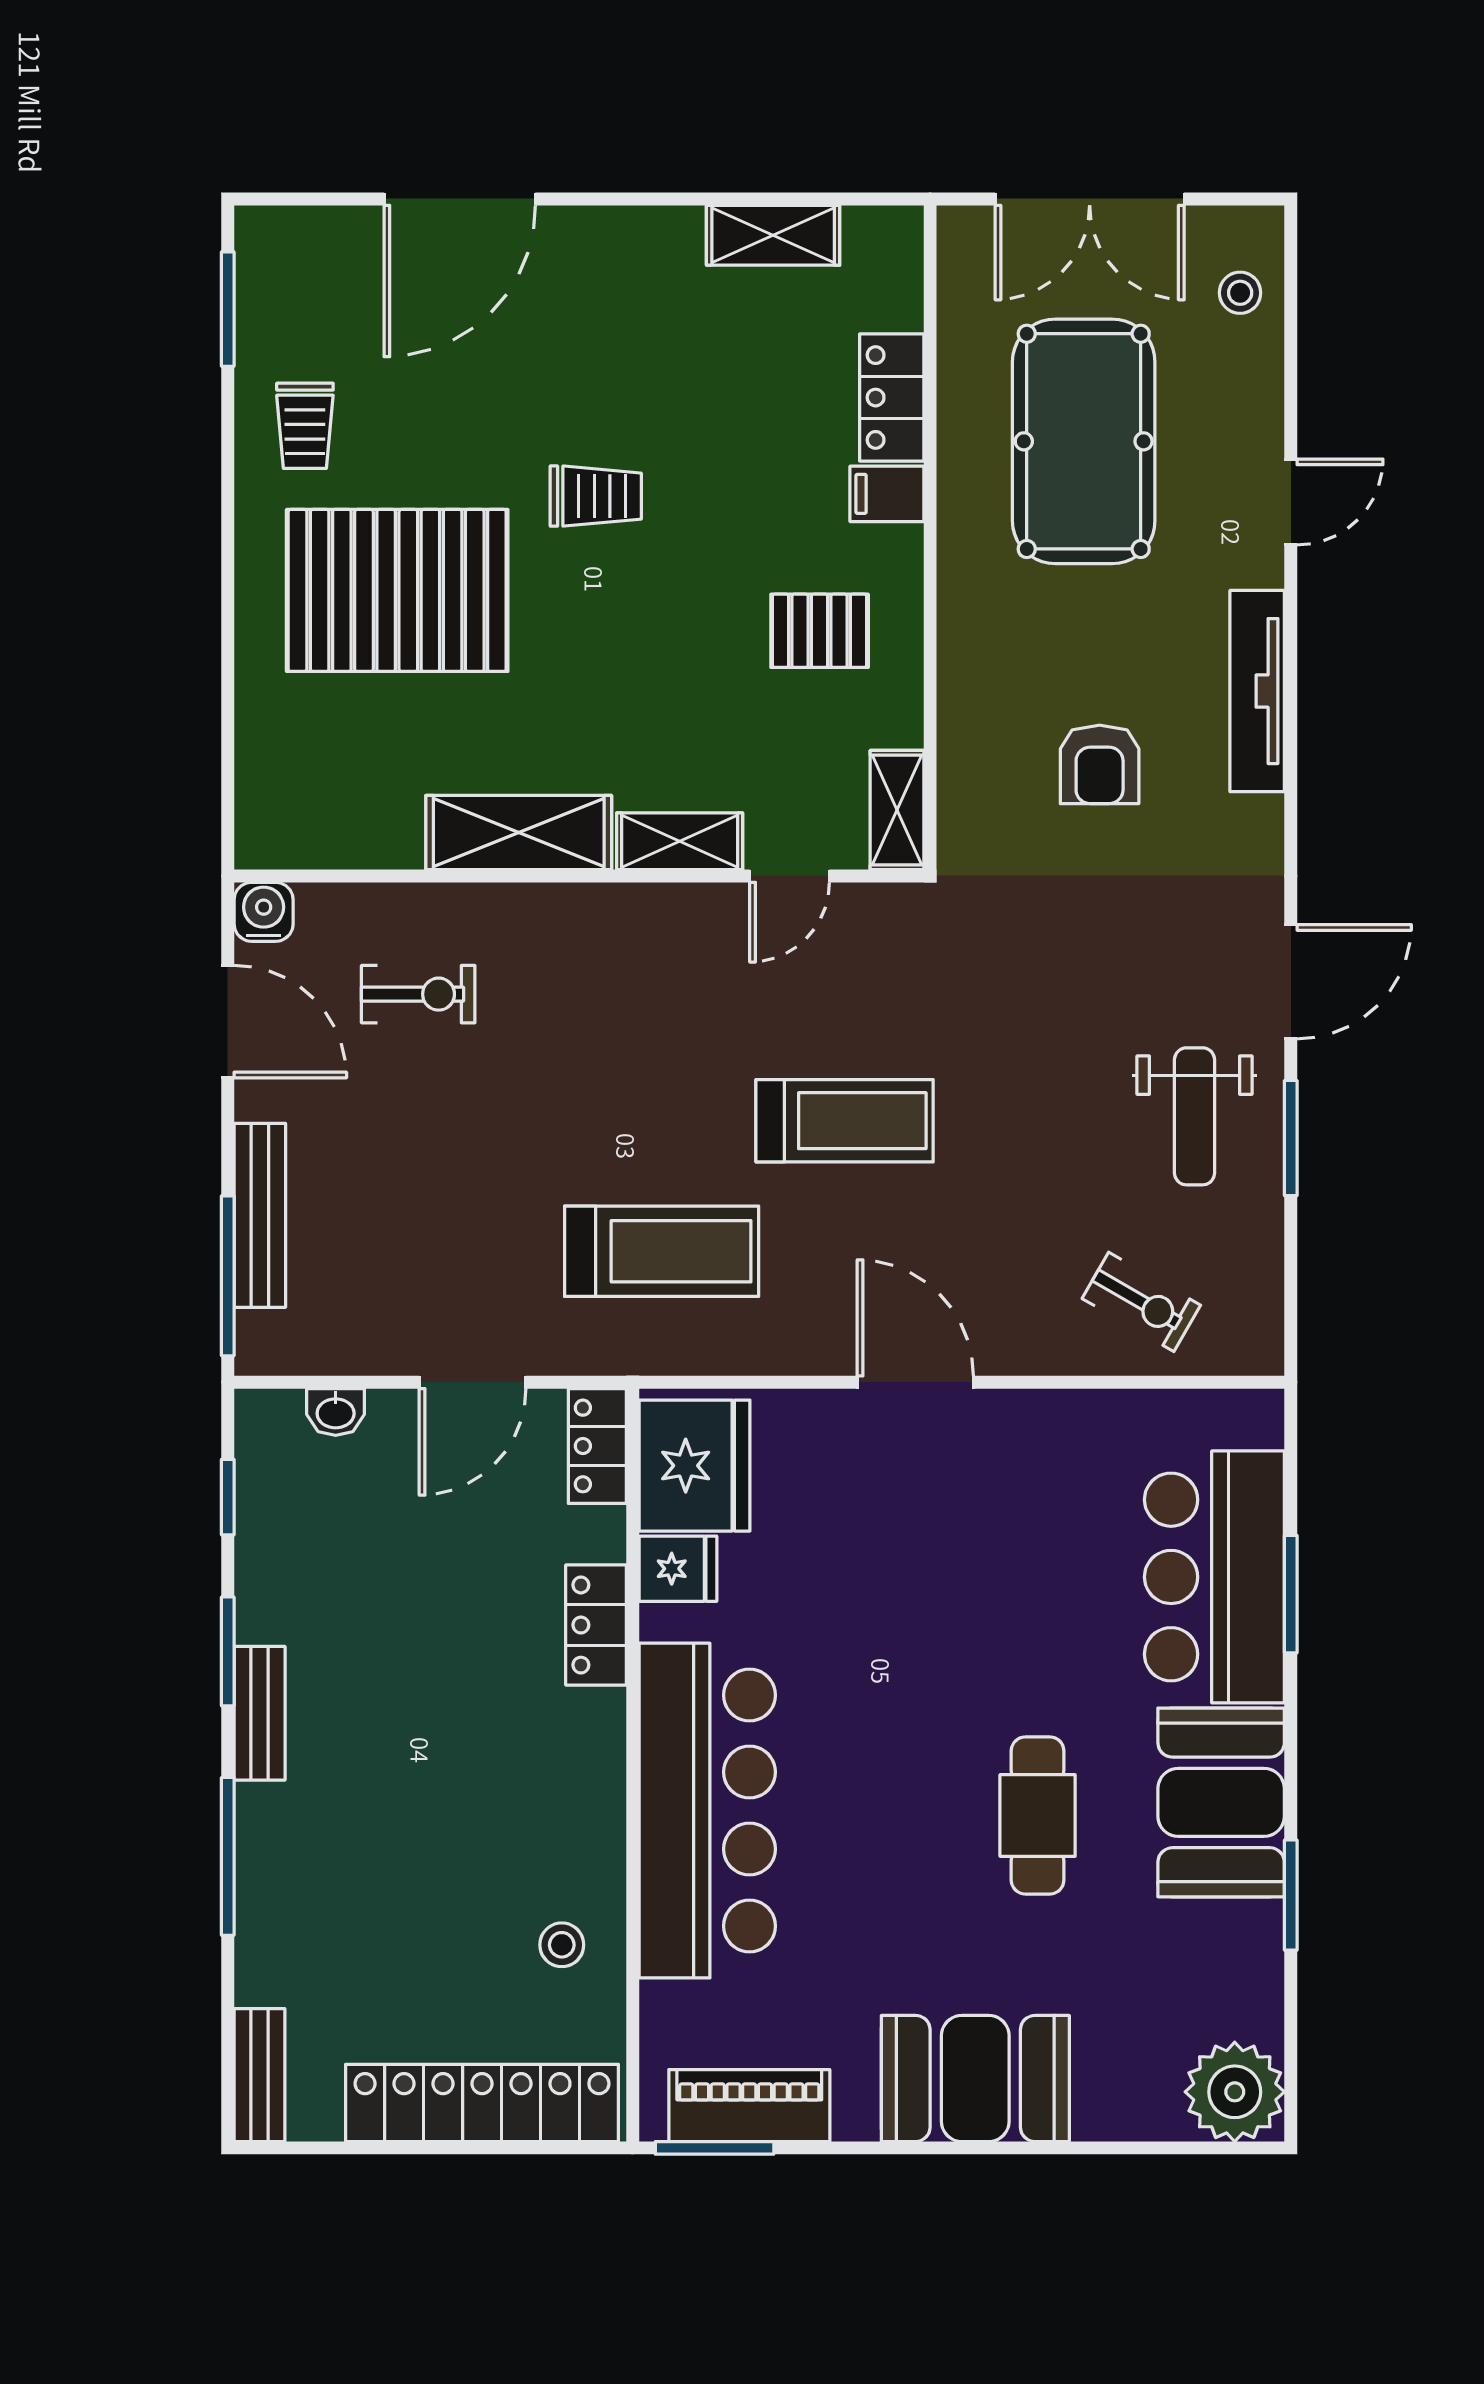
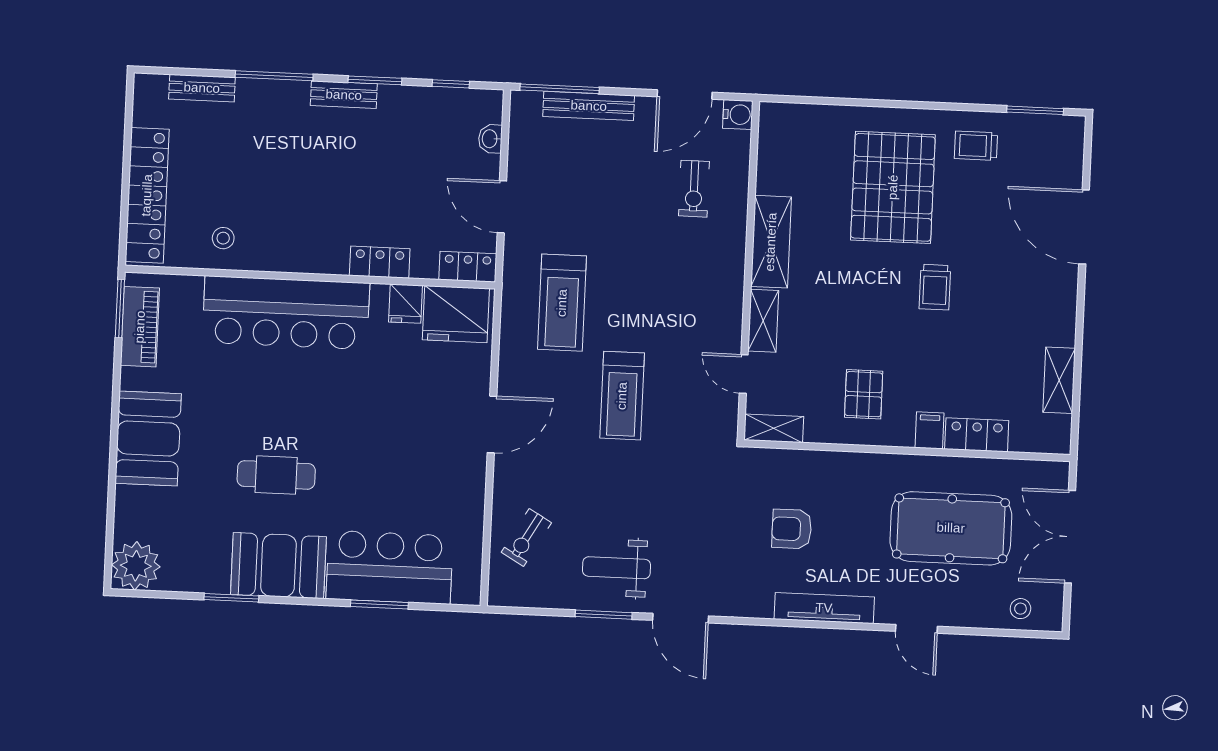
bench: (259, 2075) -> (202, 88), moved

